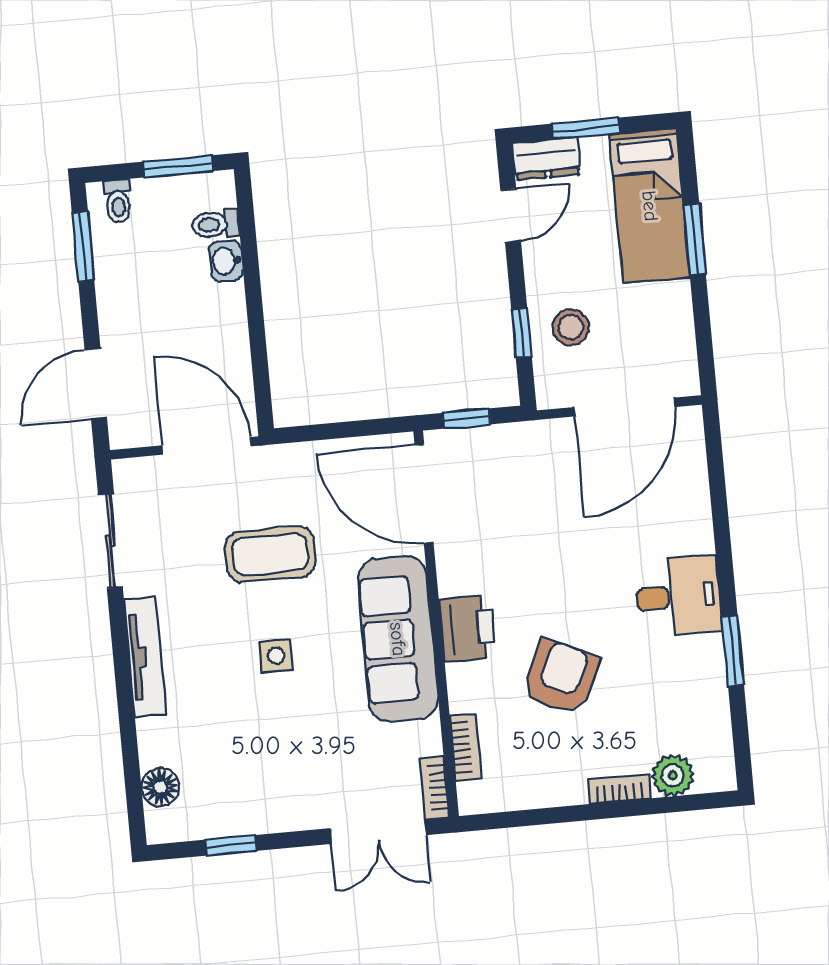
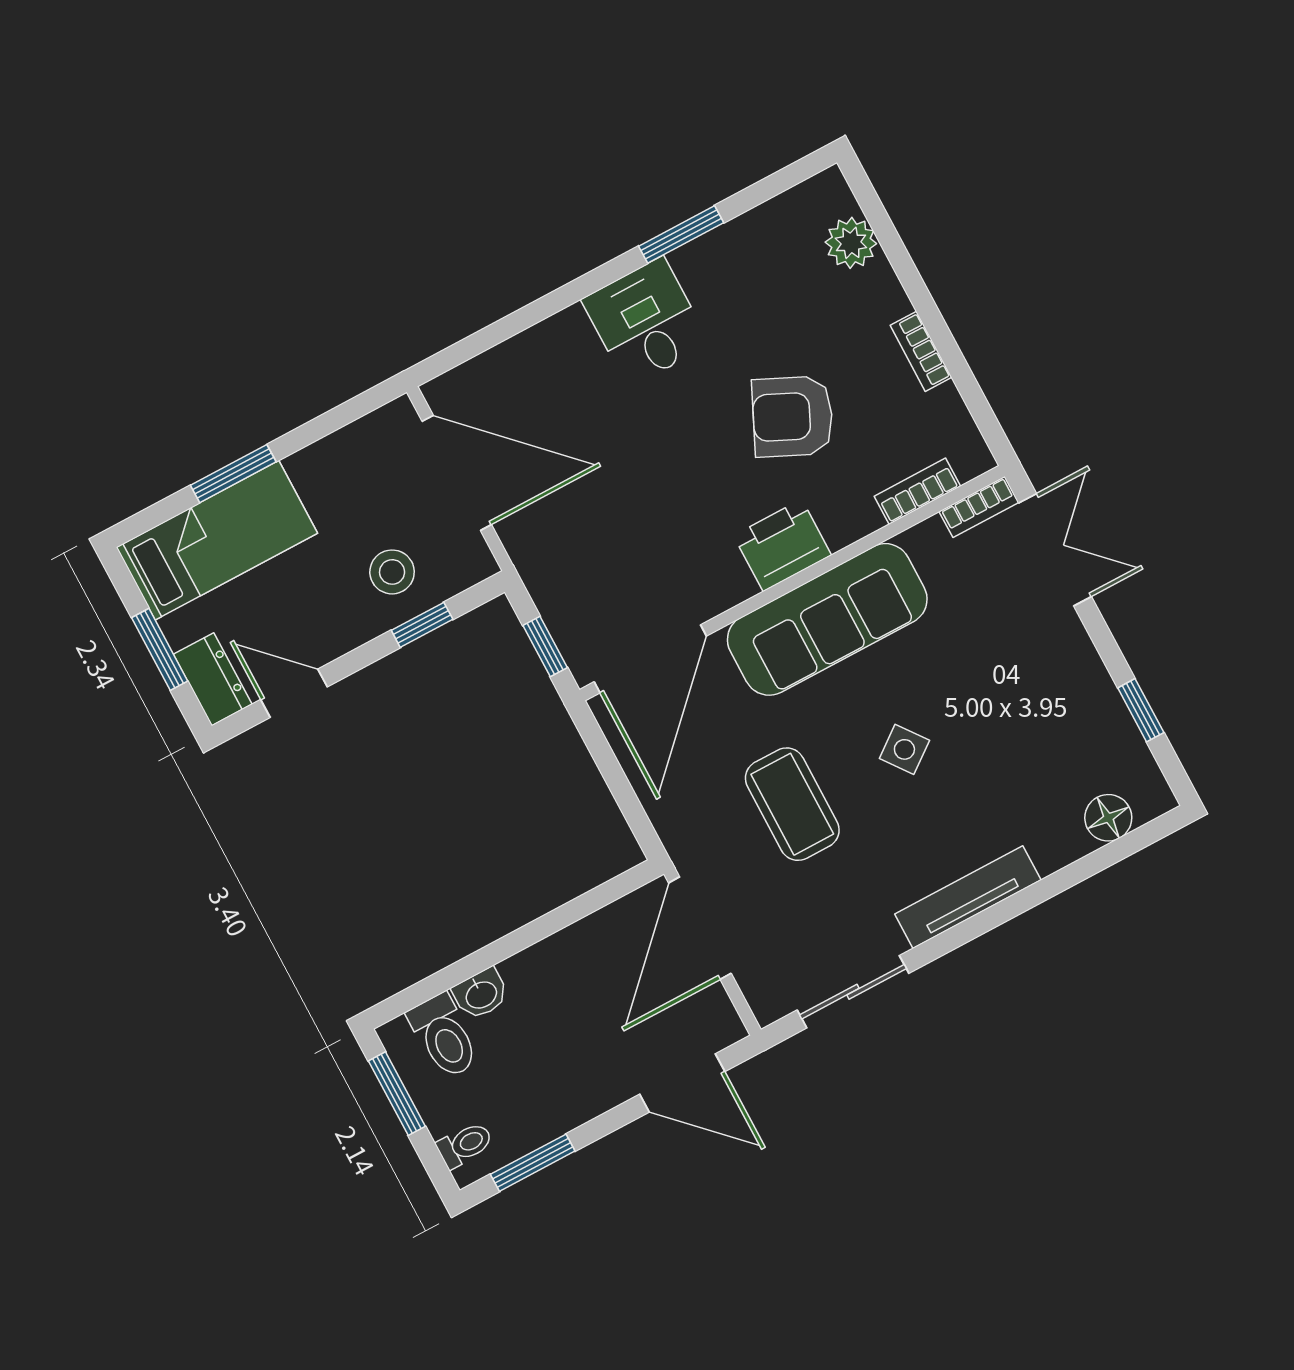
toilet: (216, 224) -> (444, 1036), width x1.37, depth x1.39
side table: (276, 656) -> (904, 749), turned -37
bookcase: (619, 789) -> (921, 351), moved

